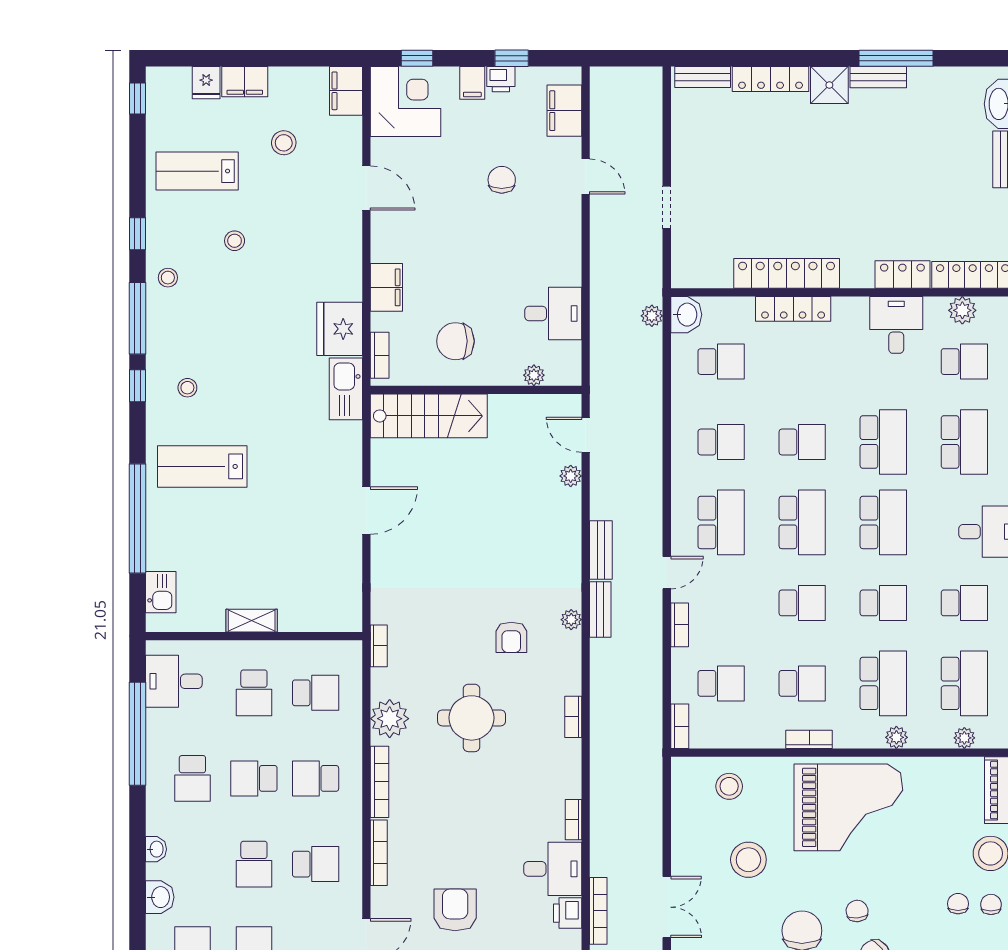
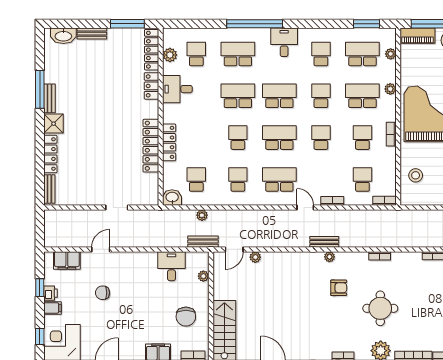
plant: (652, 316) -> (202, 215), moved
bench: (601, 550) -> (203, 242), moved

